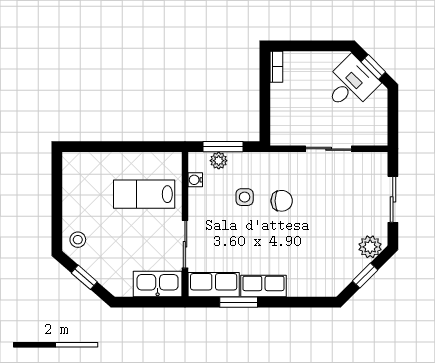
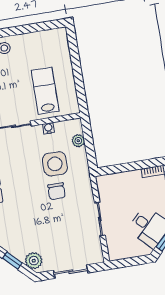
window: (223, 147) -> (89, 142), removed
water cooler: (195, 180) -> (48, 128), moved
side table: (245, 197) -> (55, 164), width x1.87, depth x1.87

